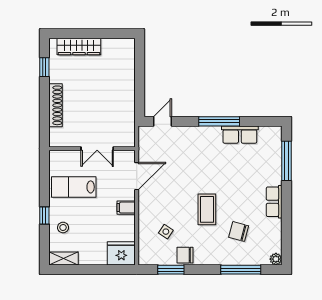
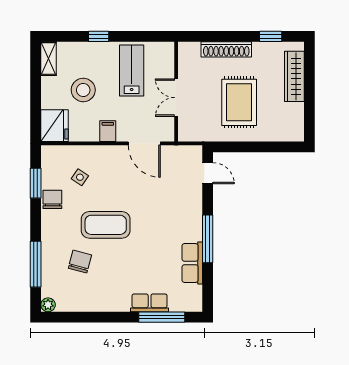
rug: (101, 94) -> (239, 102), added
row of seats: (274, 202) -> (150, 303), moved
coffee table: (207, 209) -> (106, 225), width x1.36, depth x1.32
stool: (63, 227) -> (83, 90), moved, width x1.89, depth x1.89

